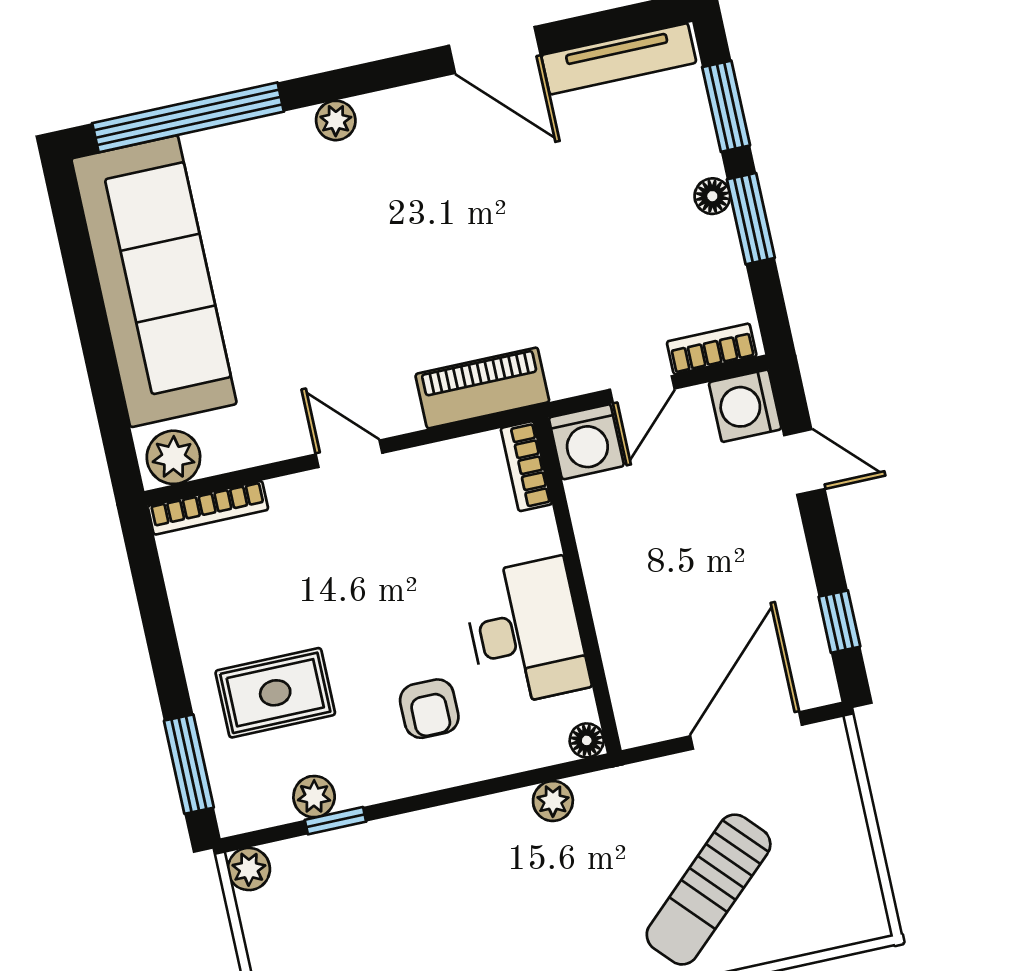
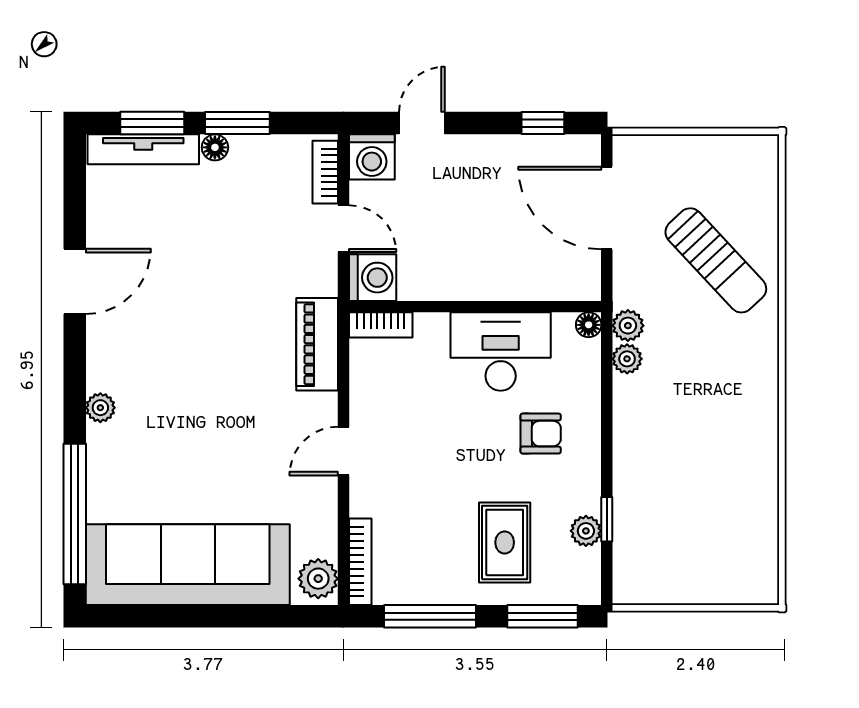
tv unit: (619, 59) -> (143, 149), moved, turned 90
window: (156, 616) -> (430, 616), added
plant: (249, 869) -> (628, 326), moved

